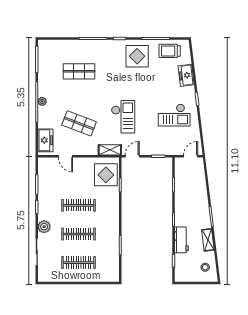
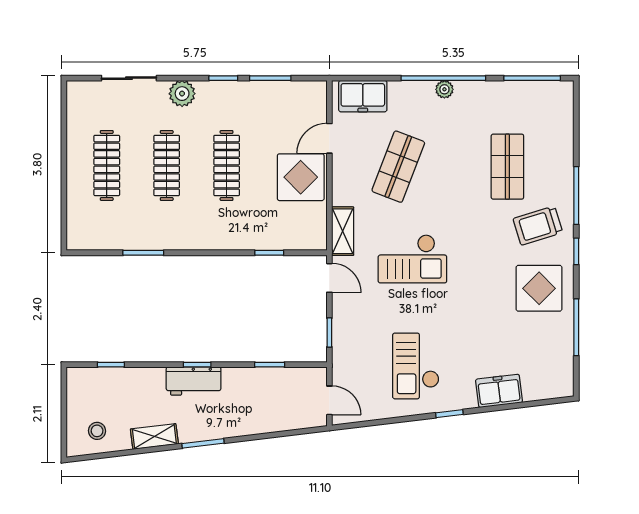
trolley: (170, 51) -> (538, 226), moved, turned -107
display table: (106, 175) -> (301, 177), moved
workbench: (181, 240) -> (194, 381), moved

